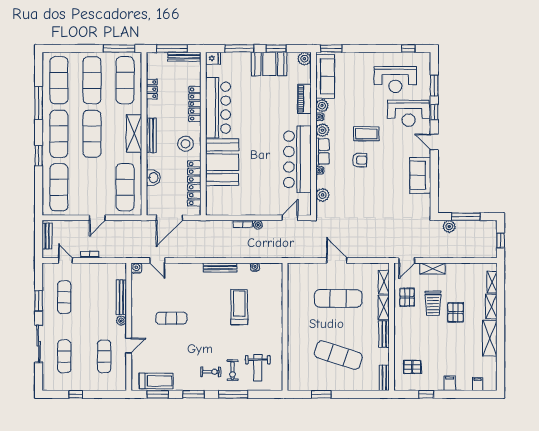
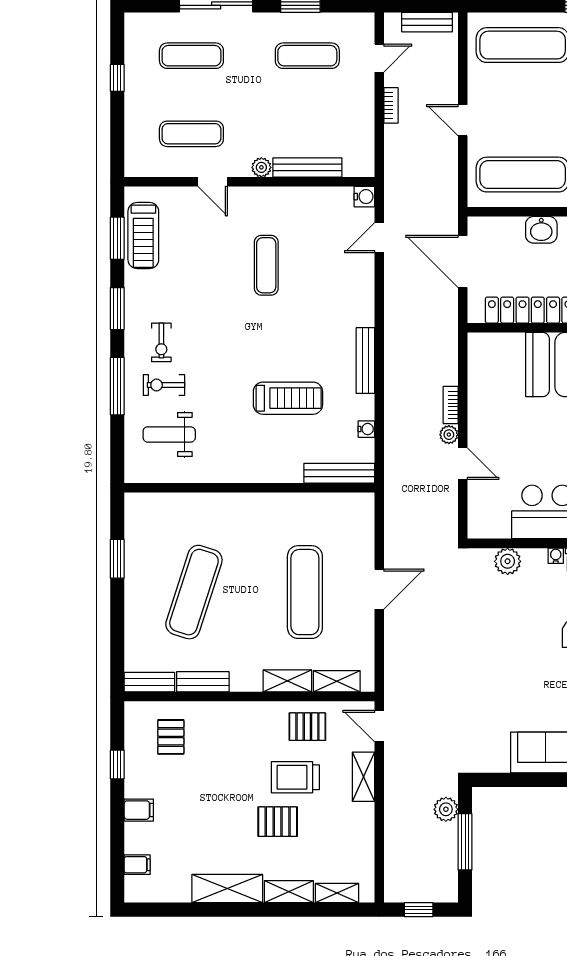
door: (290, 218) -> (463, 464), moved
bench: (278, 281) -> (339, 473), added
bench: (384, 334) -> (203, 682), moved

